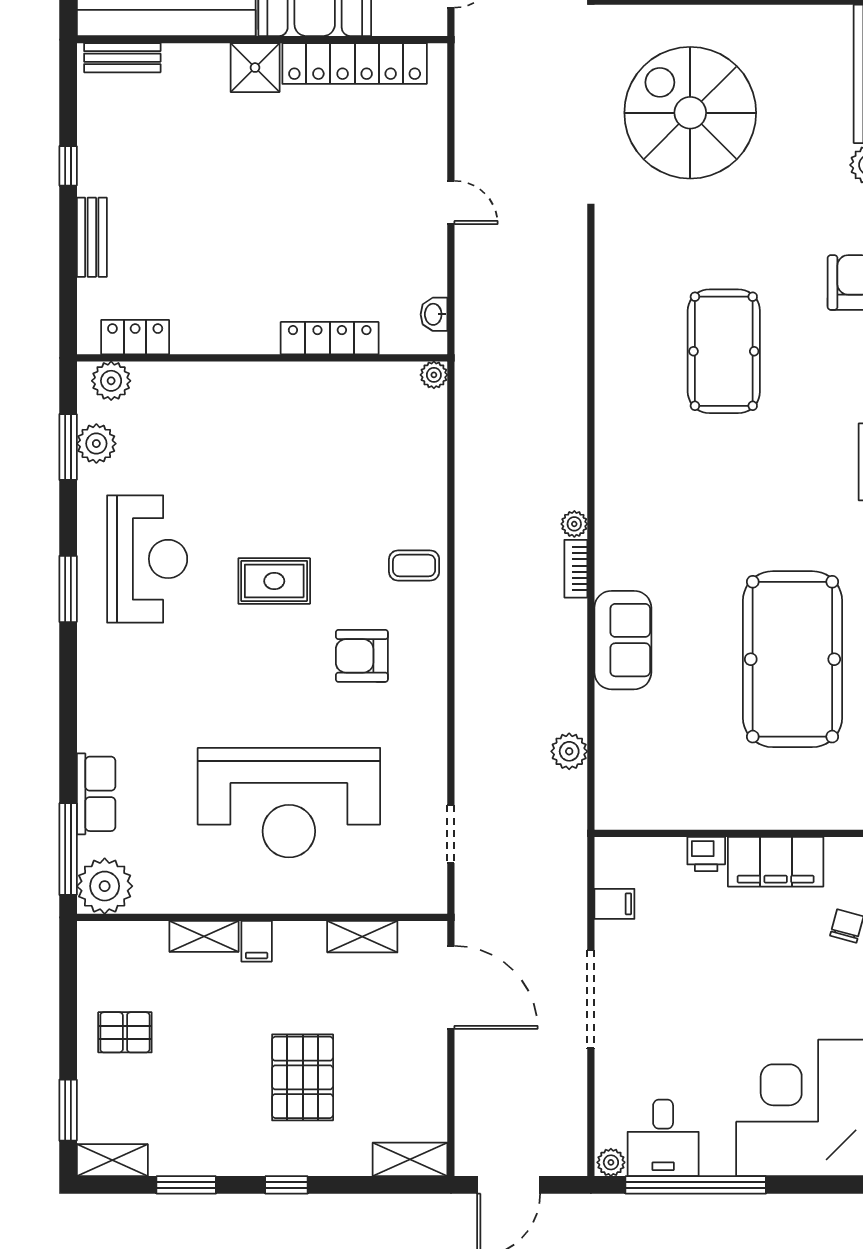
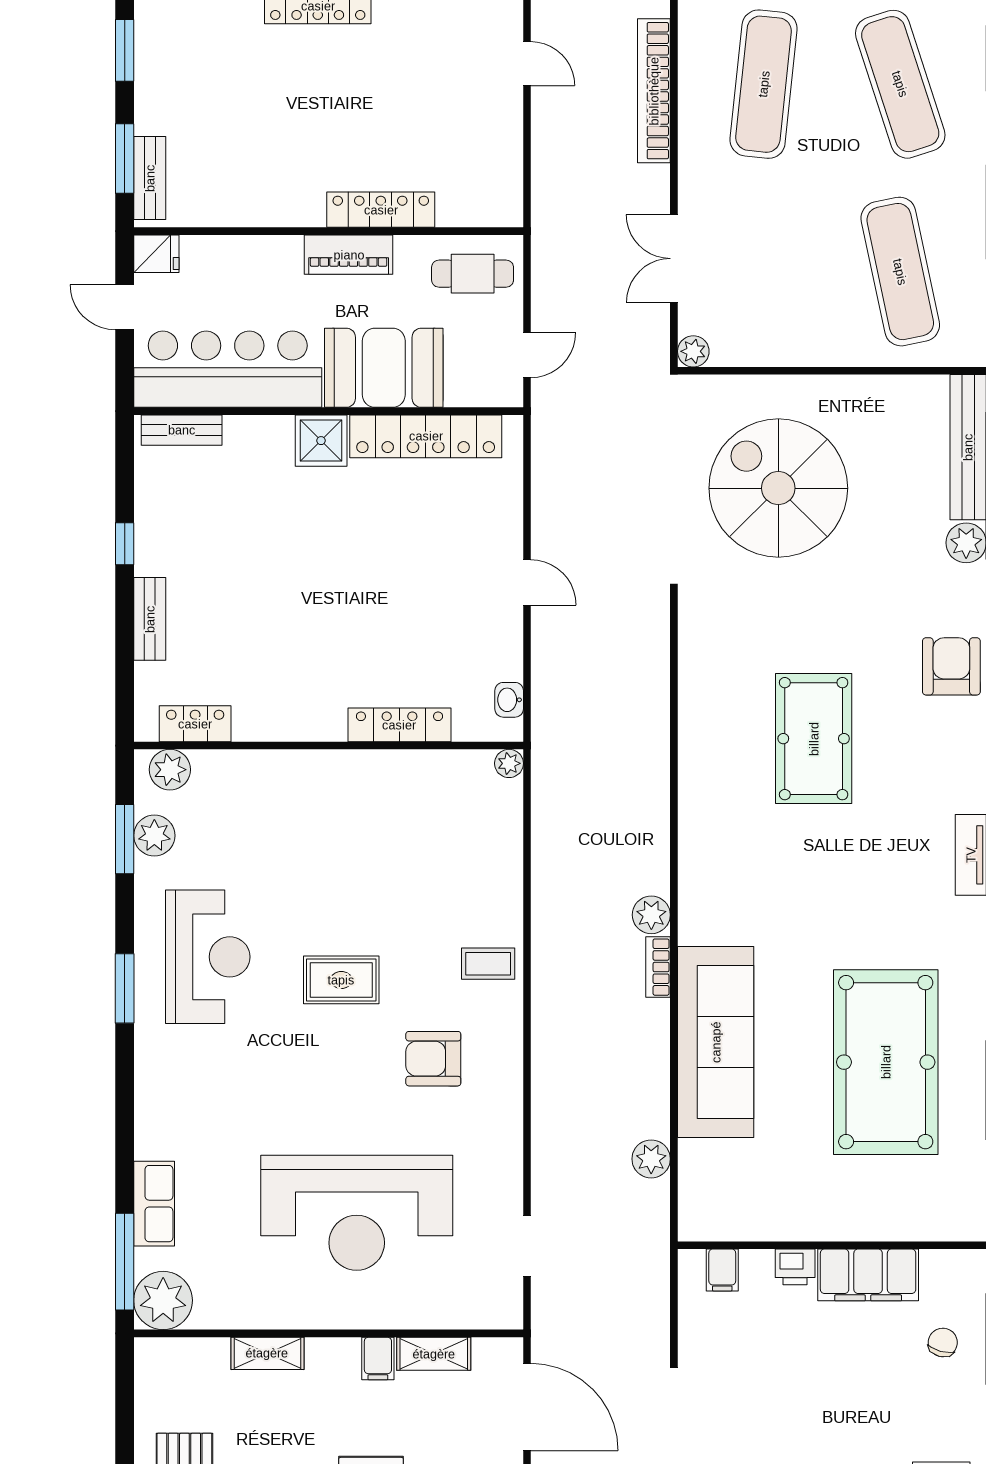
plant: (574, 524) -> (651, 915), width x1.38, depth x1.38
sofa: (623, 640) -> (716, 1042), width x1.85, depth x1.27
filing cabinet: (614, 904) -> (722, 1270), moved, turned 90
filing cabinet: (257, 941) -> (378, 1358), moved

